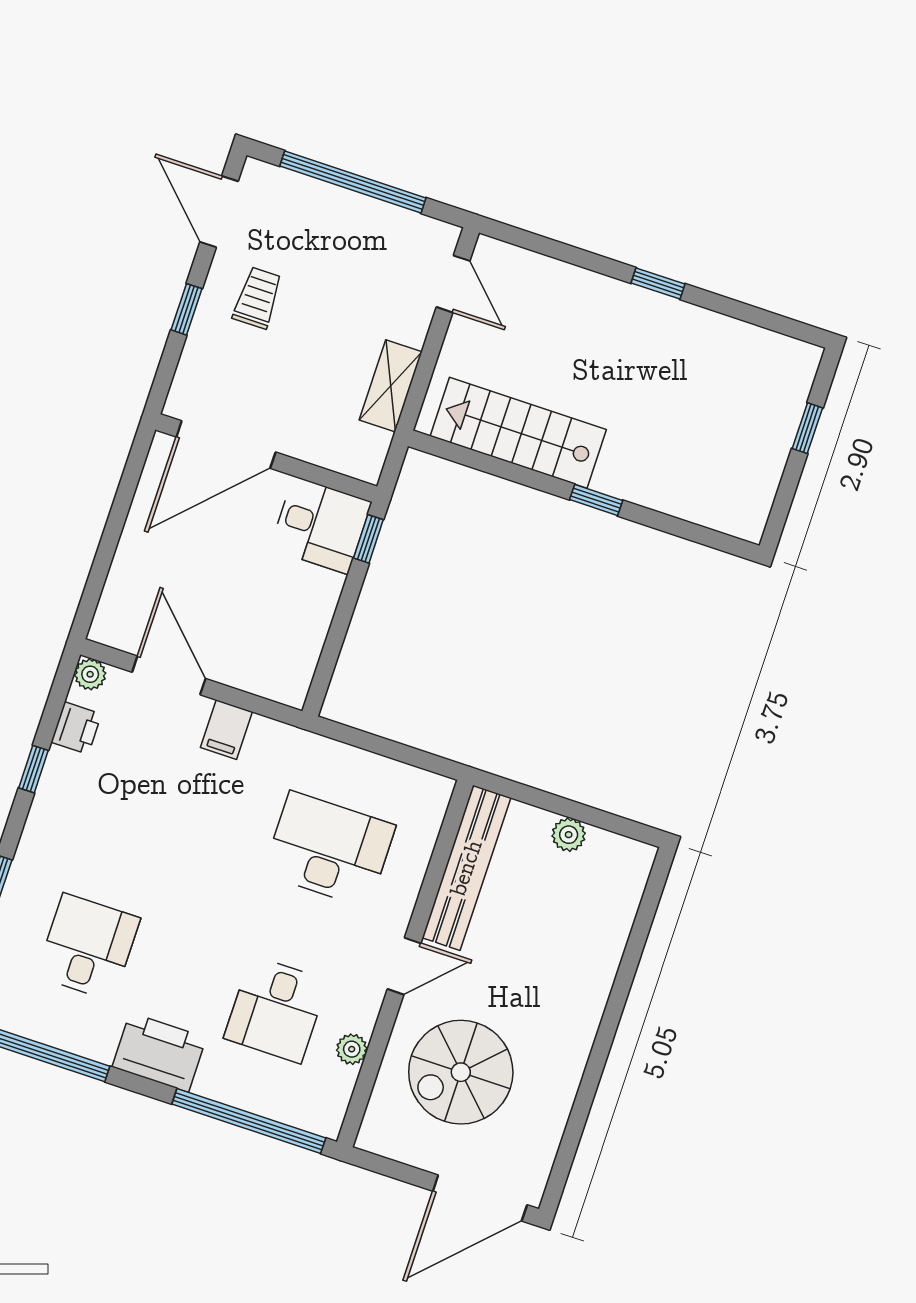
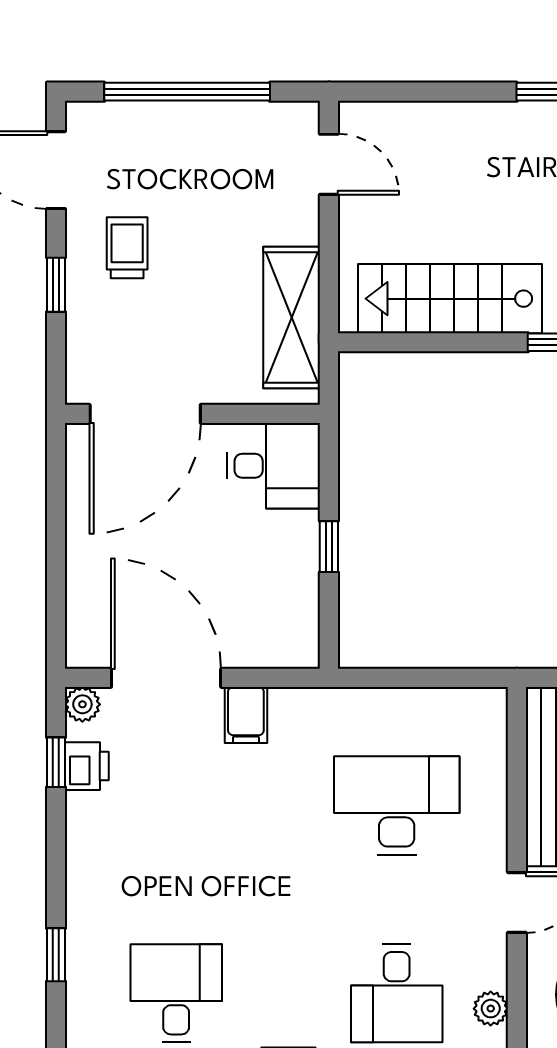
shelving: (391, 386) -> (292, 318), width x1.50, depth x1.33
window: (368, 539) -> (329, 547), moved
door: (169, 675) -> (166, 678), width x1.36
window: (34, 769) -> (56, 762), moved

